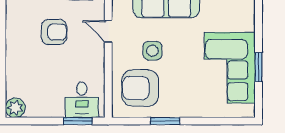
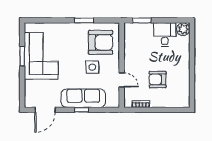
desk: (82, 100) -> (165, 35), moved

